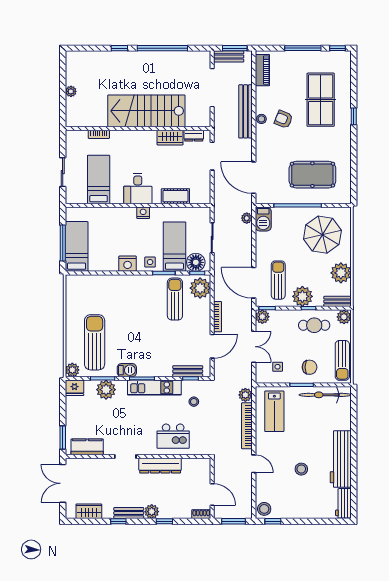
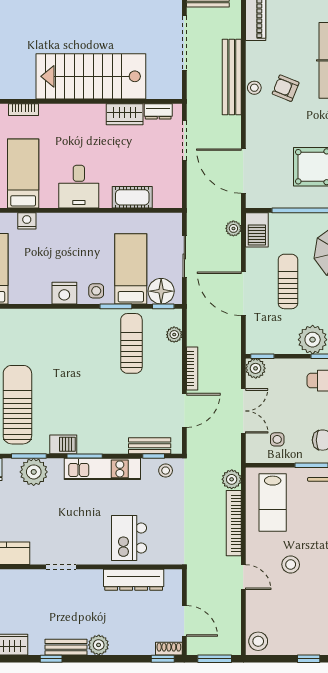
nightstand: (143, 213) -> (27, 221), moved
sun lounger: (278, 280) -> (288, 281), moved
door: (254, 283) -> (243, 294), moved
plant: (200, 288) -> (174, 335), width x0.53, depth x0.53
stool: (194, 402) -> (166, 471), moved
kitchen island: (173, 436) -> (129, 538), turned 90
dresser: (160, 466) -> (134, 580), moved
stool: (301, 469) -> (291, 565), moved
window: (164, 521) -> (163, 659), moved
window: (273, 521) -> (309, 659), moved

